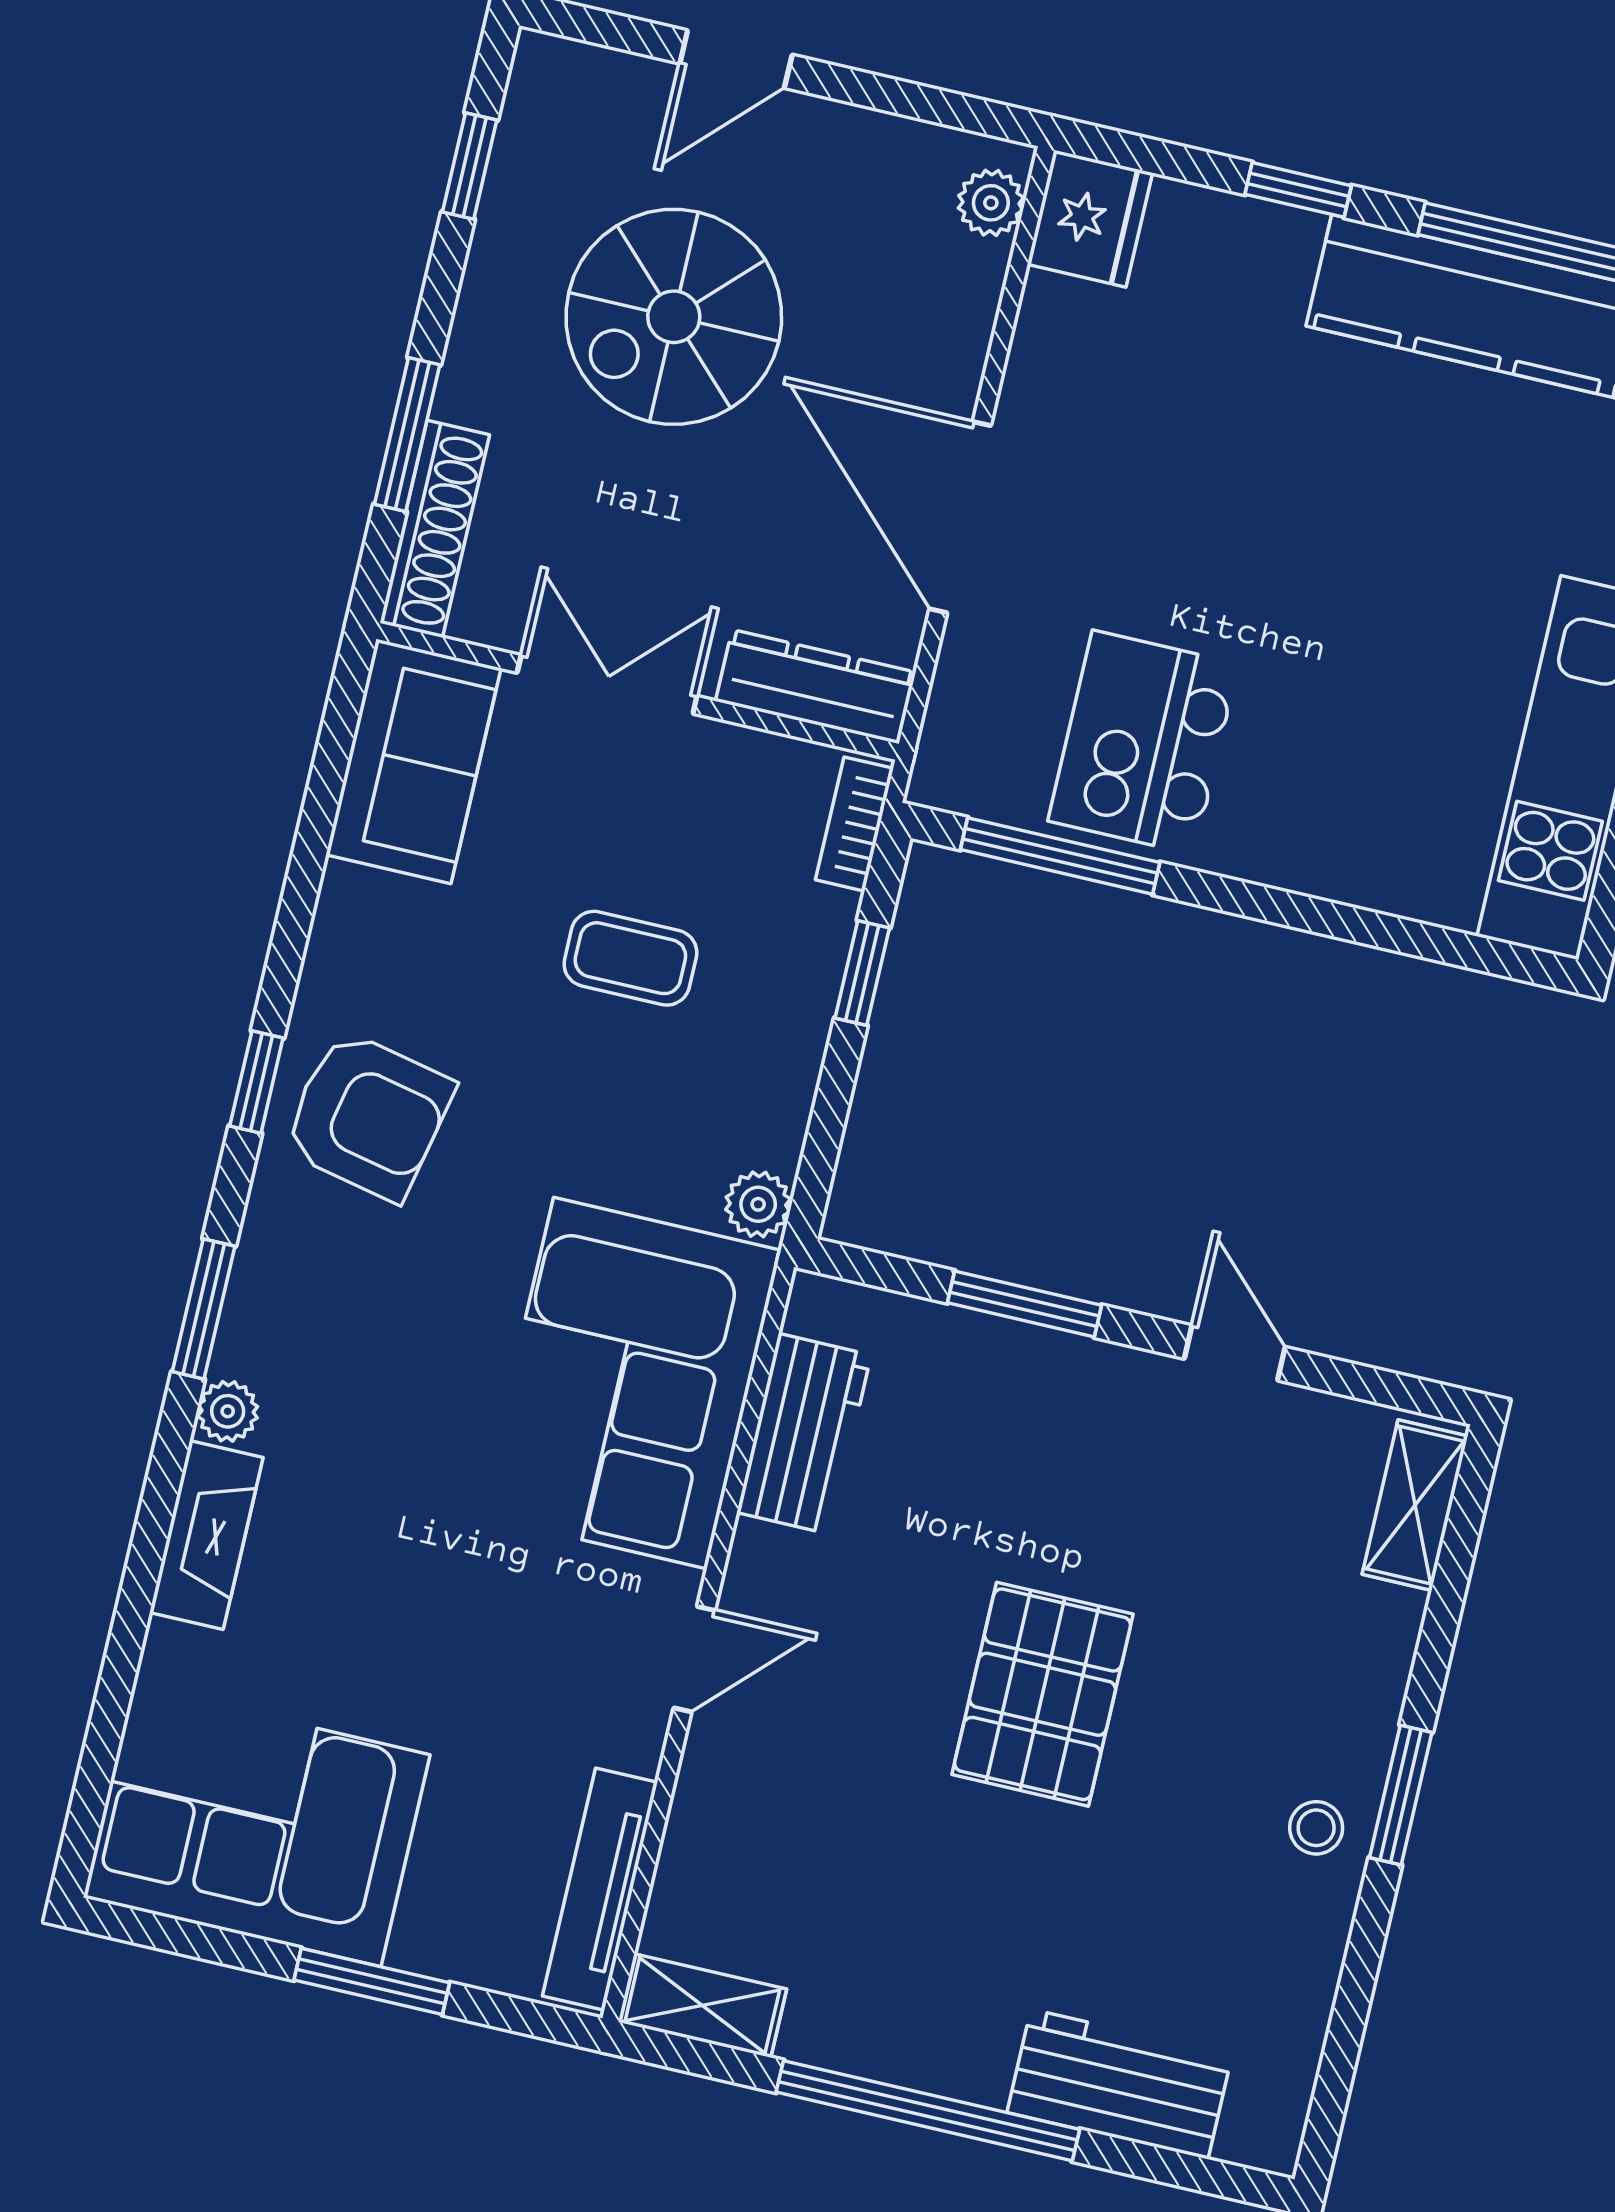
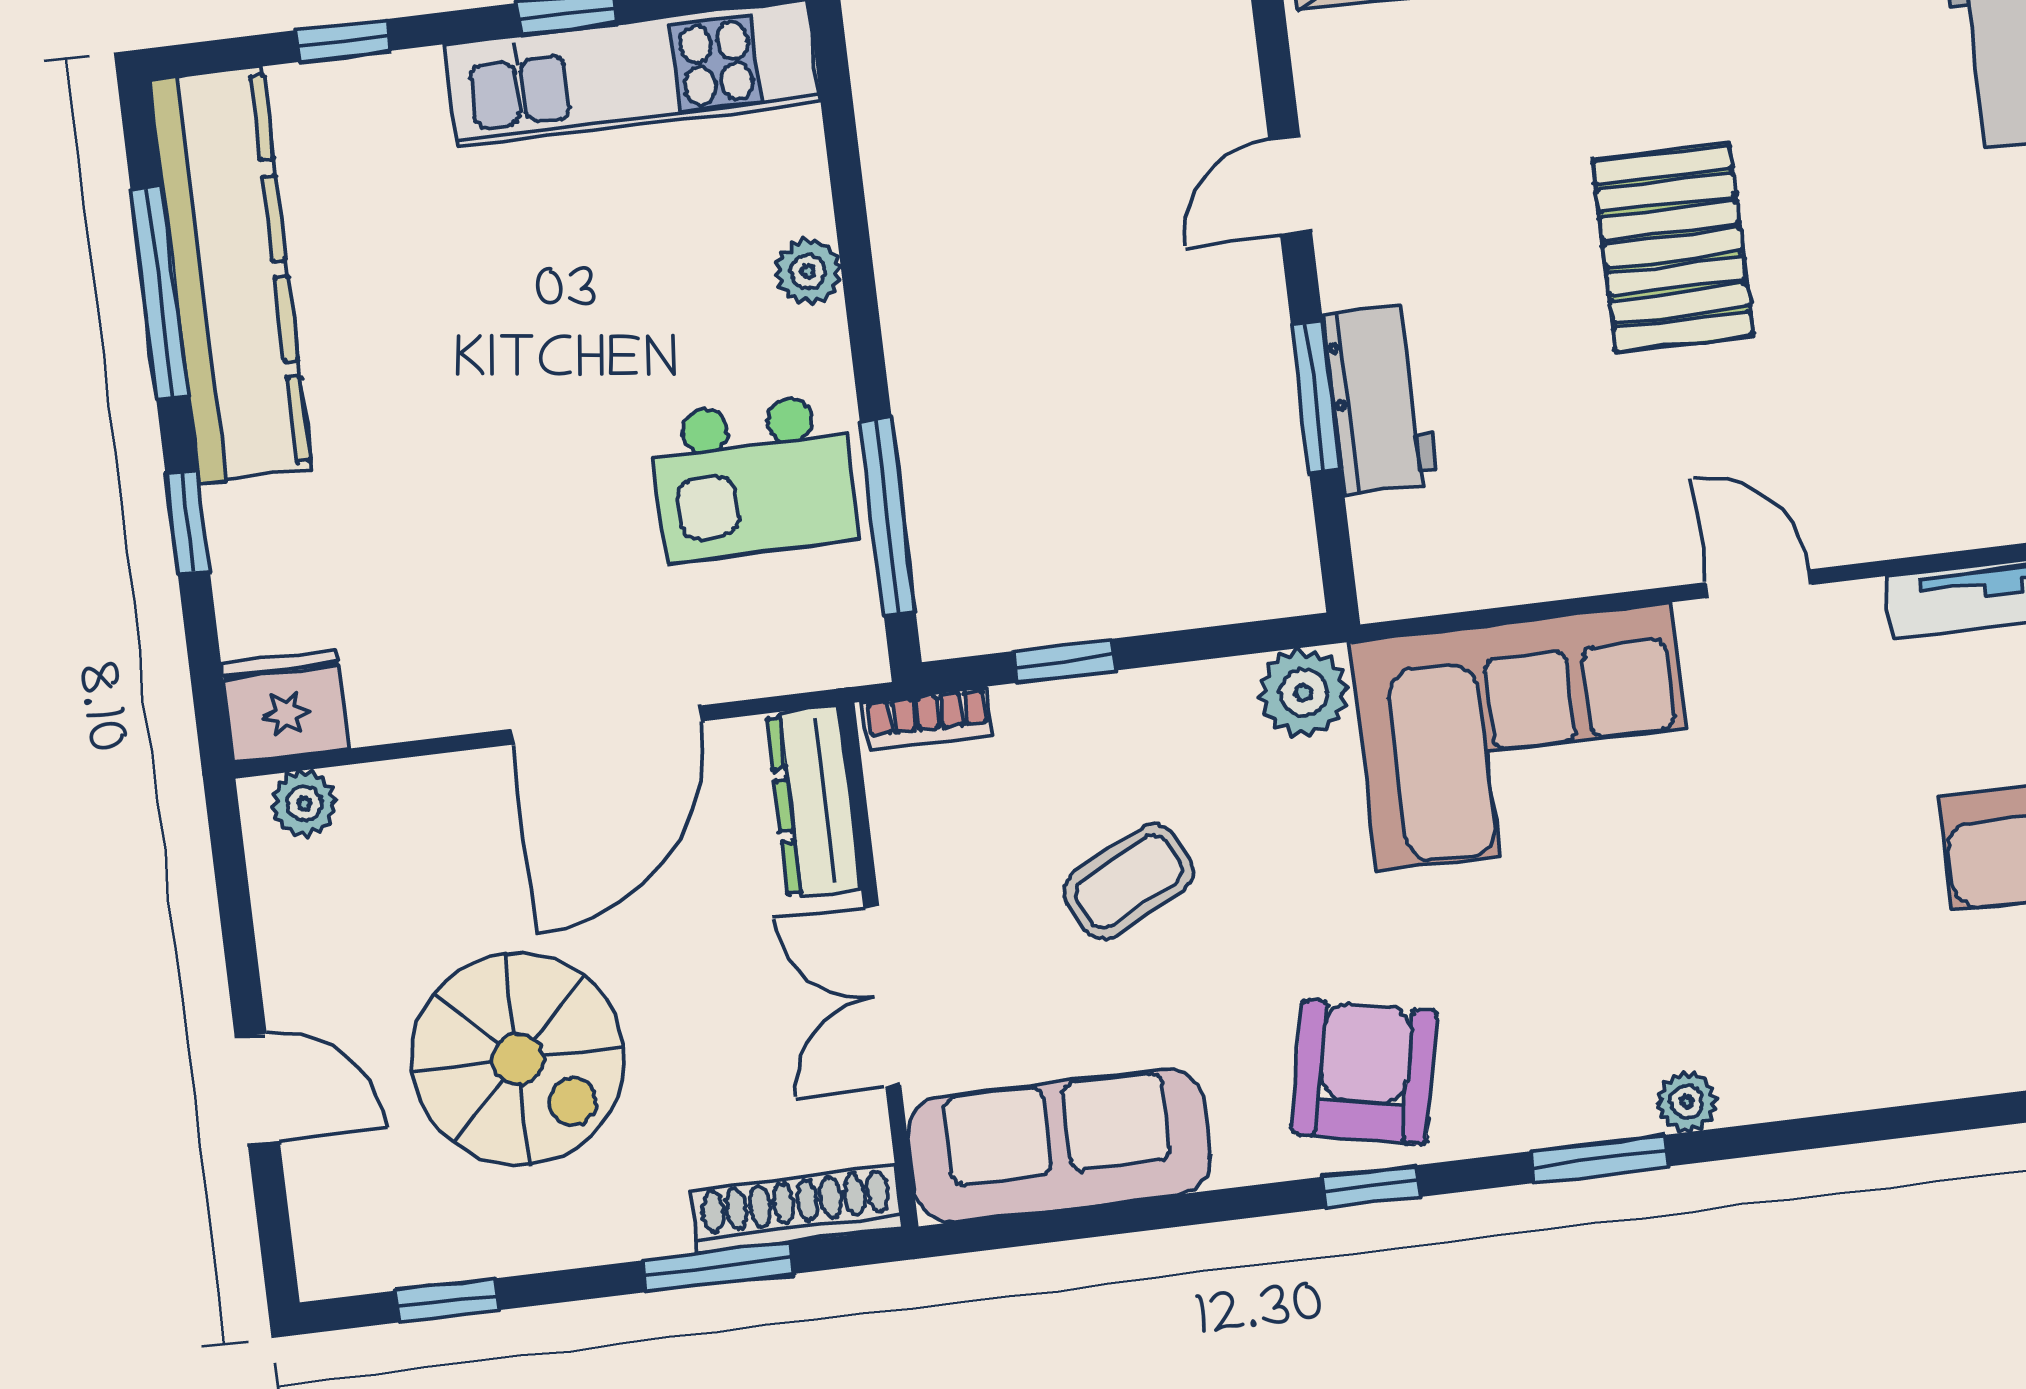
sofa: (413, 761) -> (1059, 1145), width x1.36
plant: (1320, 866) -> (808, 271), added
coffee table: (630, 958) -> (1129, 881), turned 63
plant: (758, 1204) -> (1304, 693), width x1.38, depth x1.38
workbench: (804, 1434) -> (1380, 399), moved, turned 90
fireplace: (206, 1535) -> (1809, 1079), removed
pallet: (1043, 1694) -> (1673, 248), turned 90

